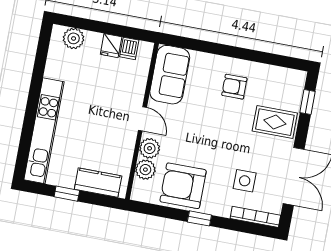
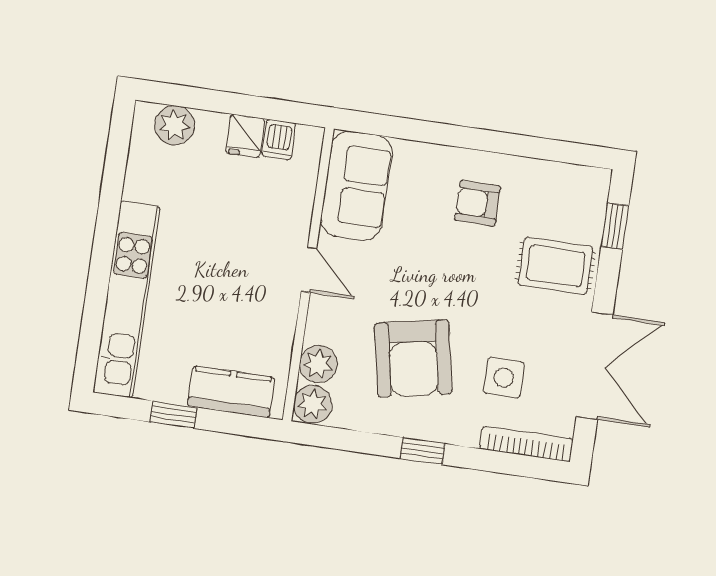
plant: (150, 148) -> (313, 404), moved
armchair: (183, 186) -> (413, 358), moved, turned -101

